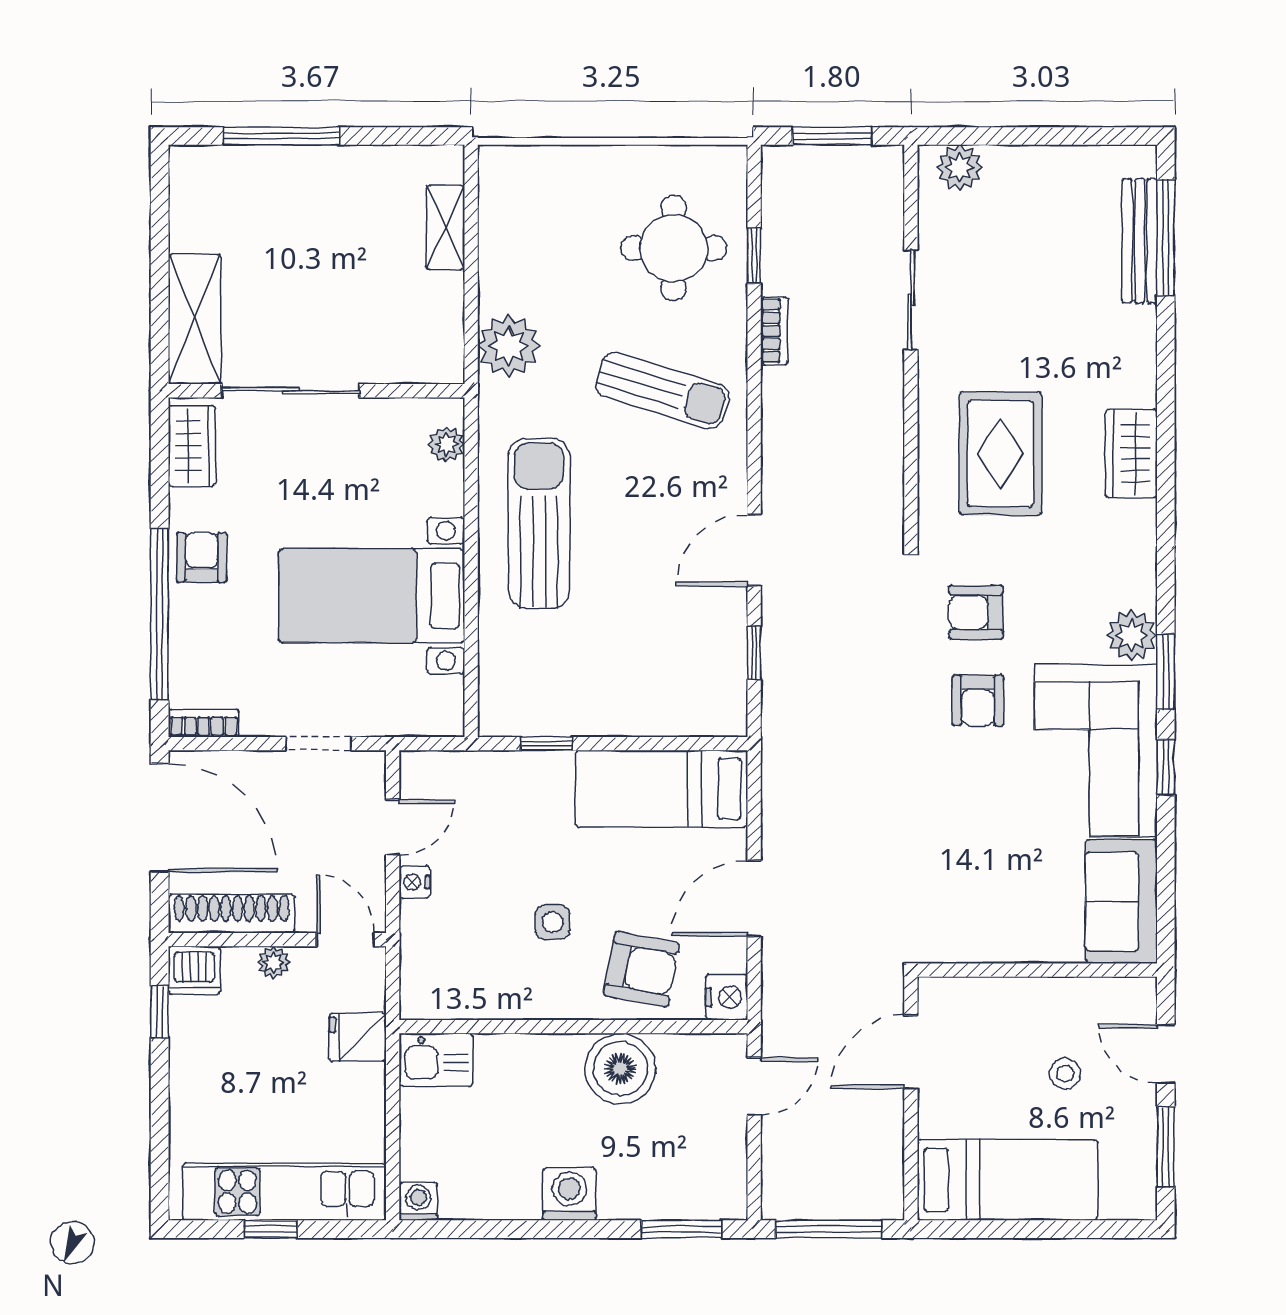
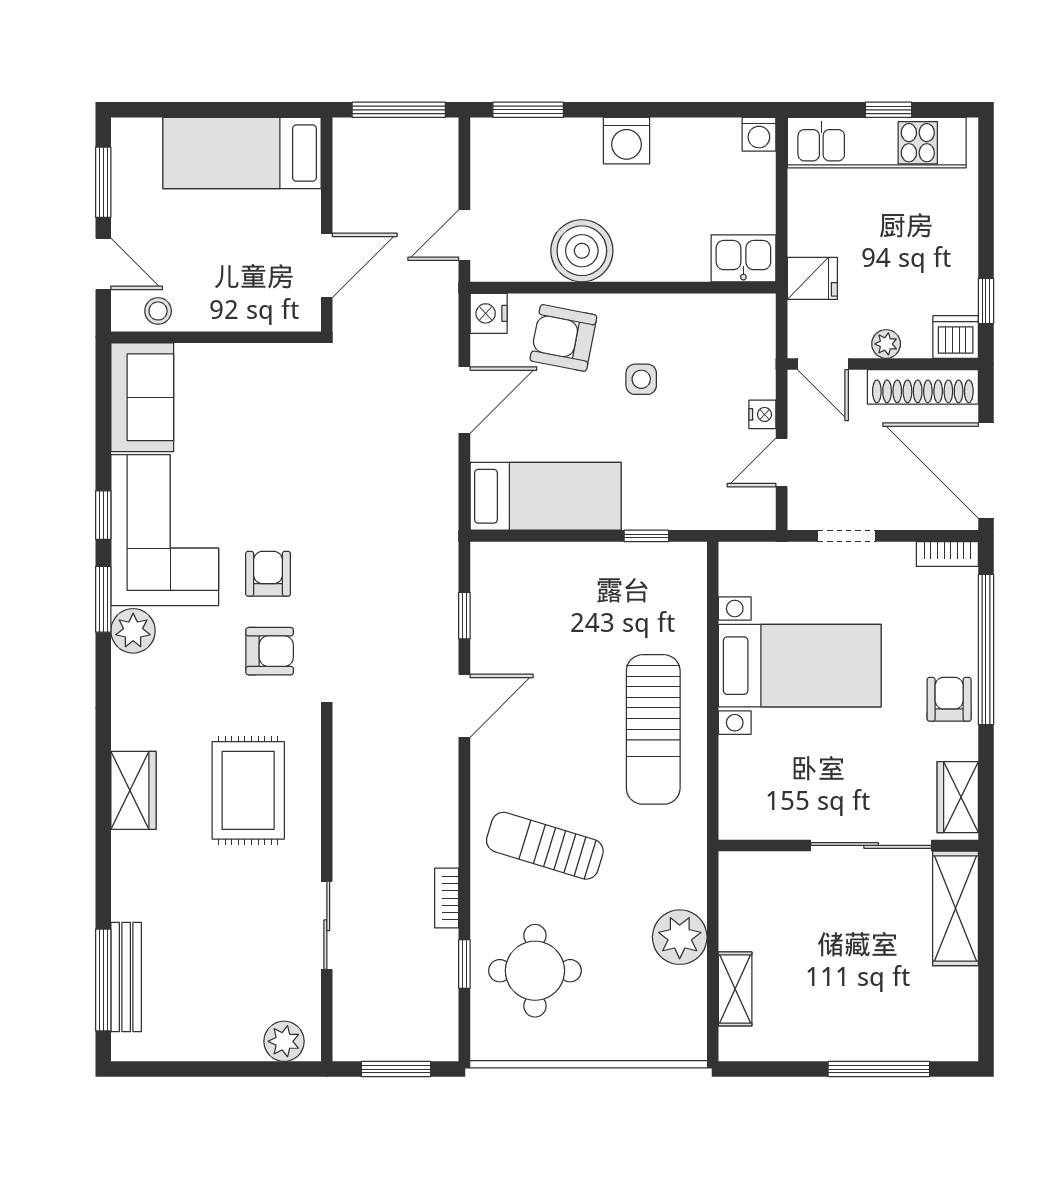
plant: (509, 346) -> (680, 937), moved
plant: (446, 444) -> (734, 798), removed
armchair: (202, 557) -> (949, 699), turned 180
stool: (1065, 1074) -> (158, 311), moved

